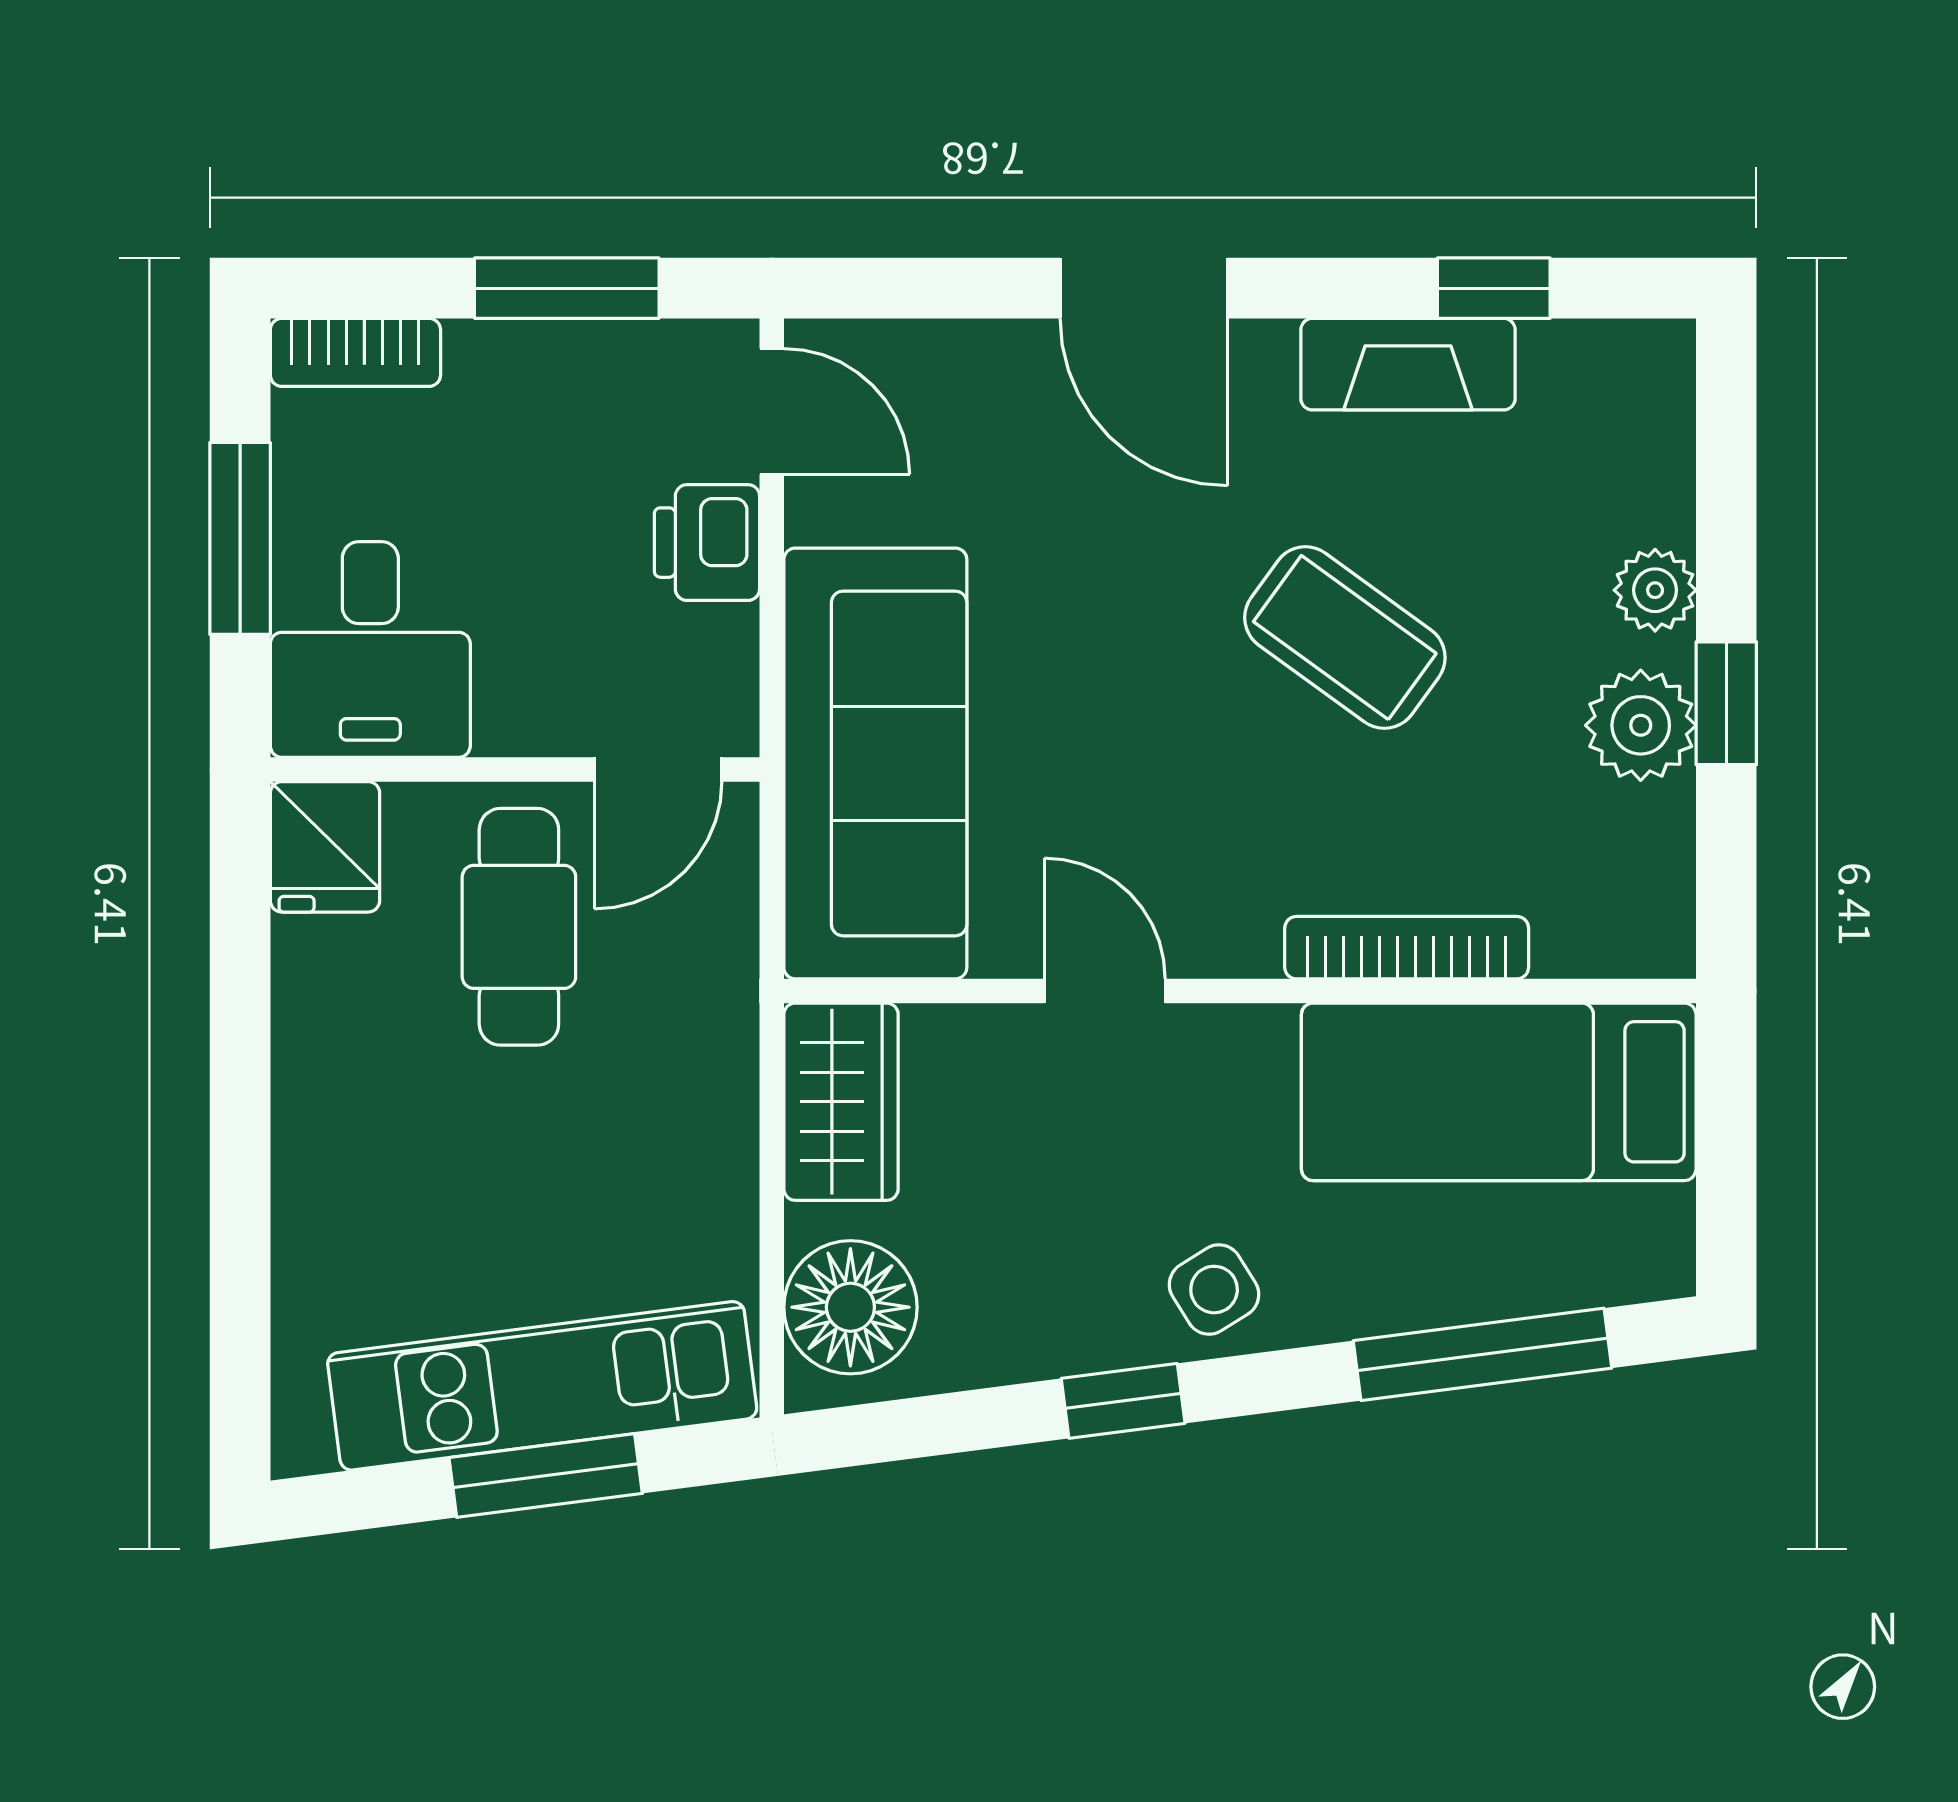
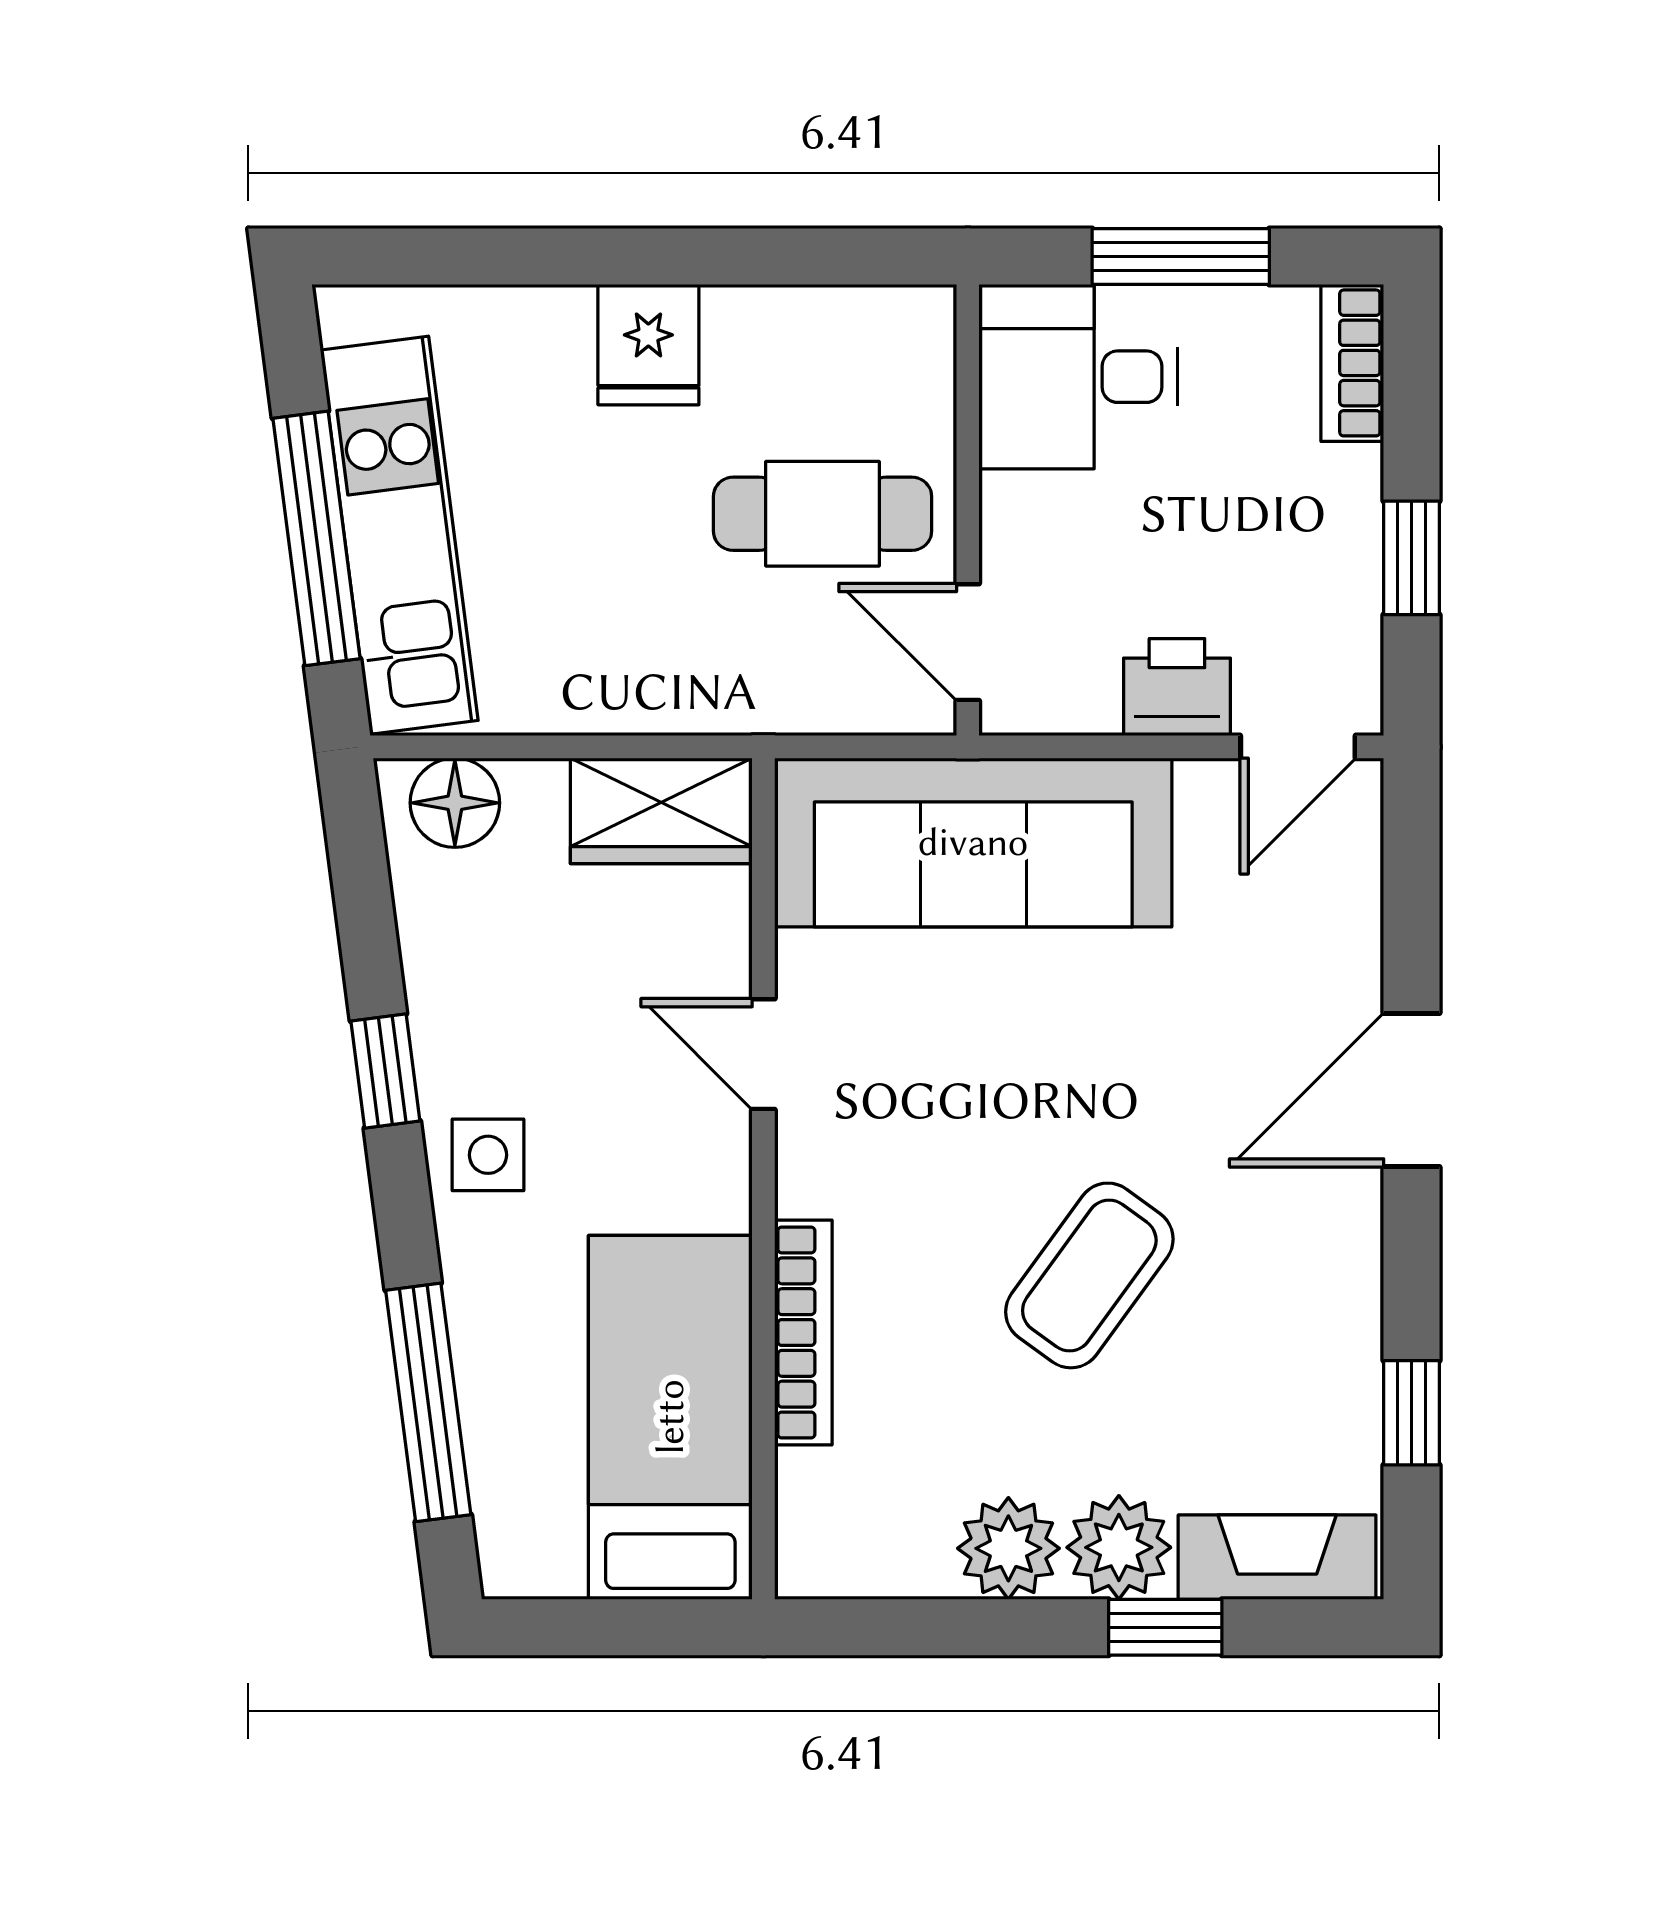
window: (567, 288) -> (1412, 558), width x0.67
fireplace: (1408, 364) -> (1277, 1557), moved, turned 90
plant: (1655, 590) -> (1119, 1547), width x1.38, depth x1.38
window: (1726, 703) -> (1165, 1627), moved
fridge: (325, 847) -> (648, 345), moved, turned -90
door: (1105, 991) -> (763, 1054), swing flipped
side table: (1214, 1290) -> (488, 1155), turned 32
floor lamp: (850, 1307) -> (455, 803), width x0.73, depth x0.73
window: (546, 1476) -> (316, 538), width x1.44

